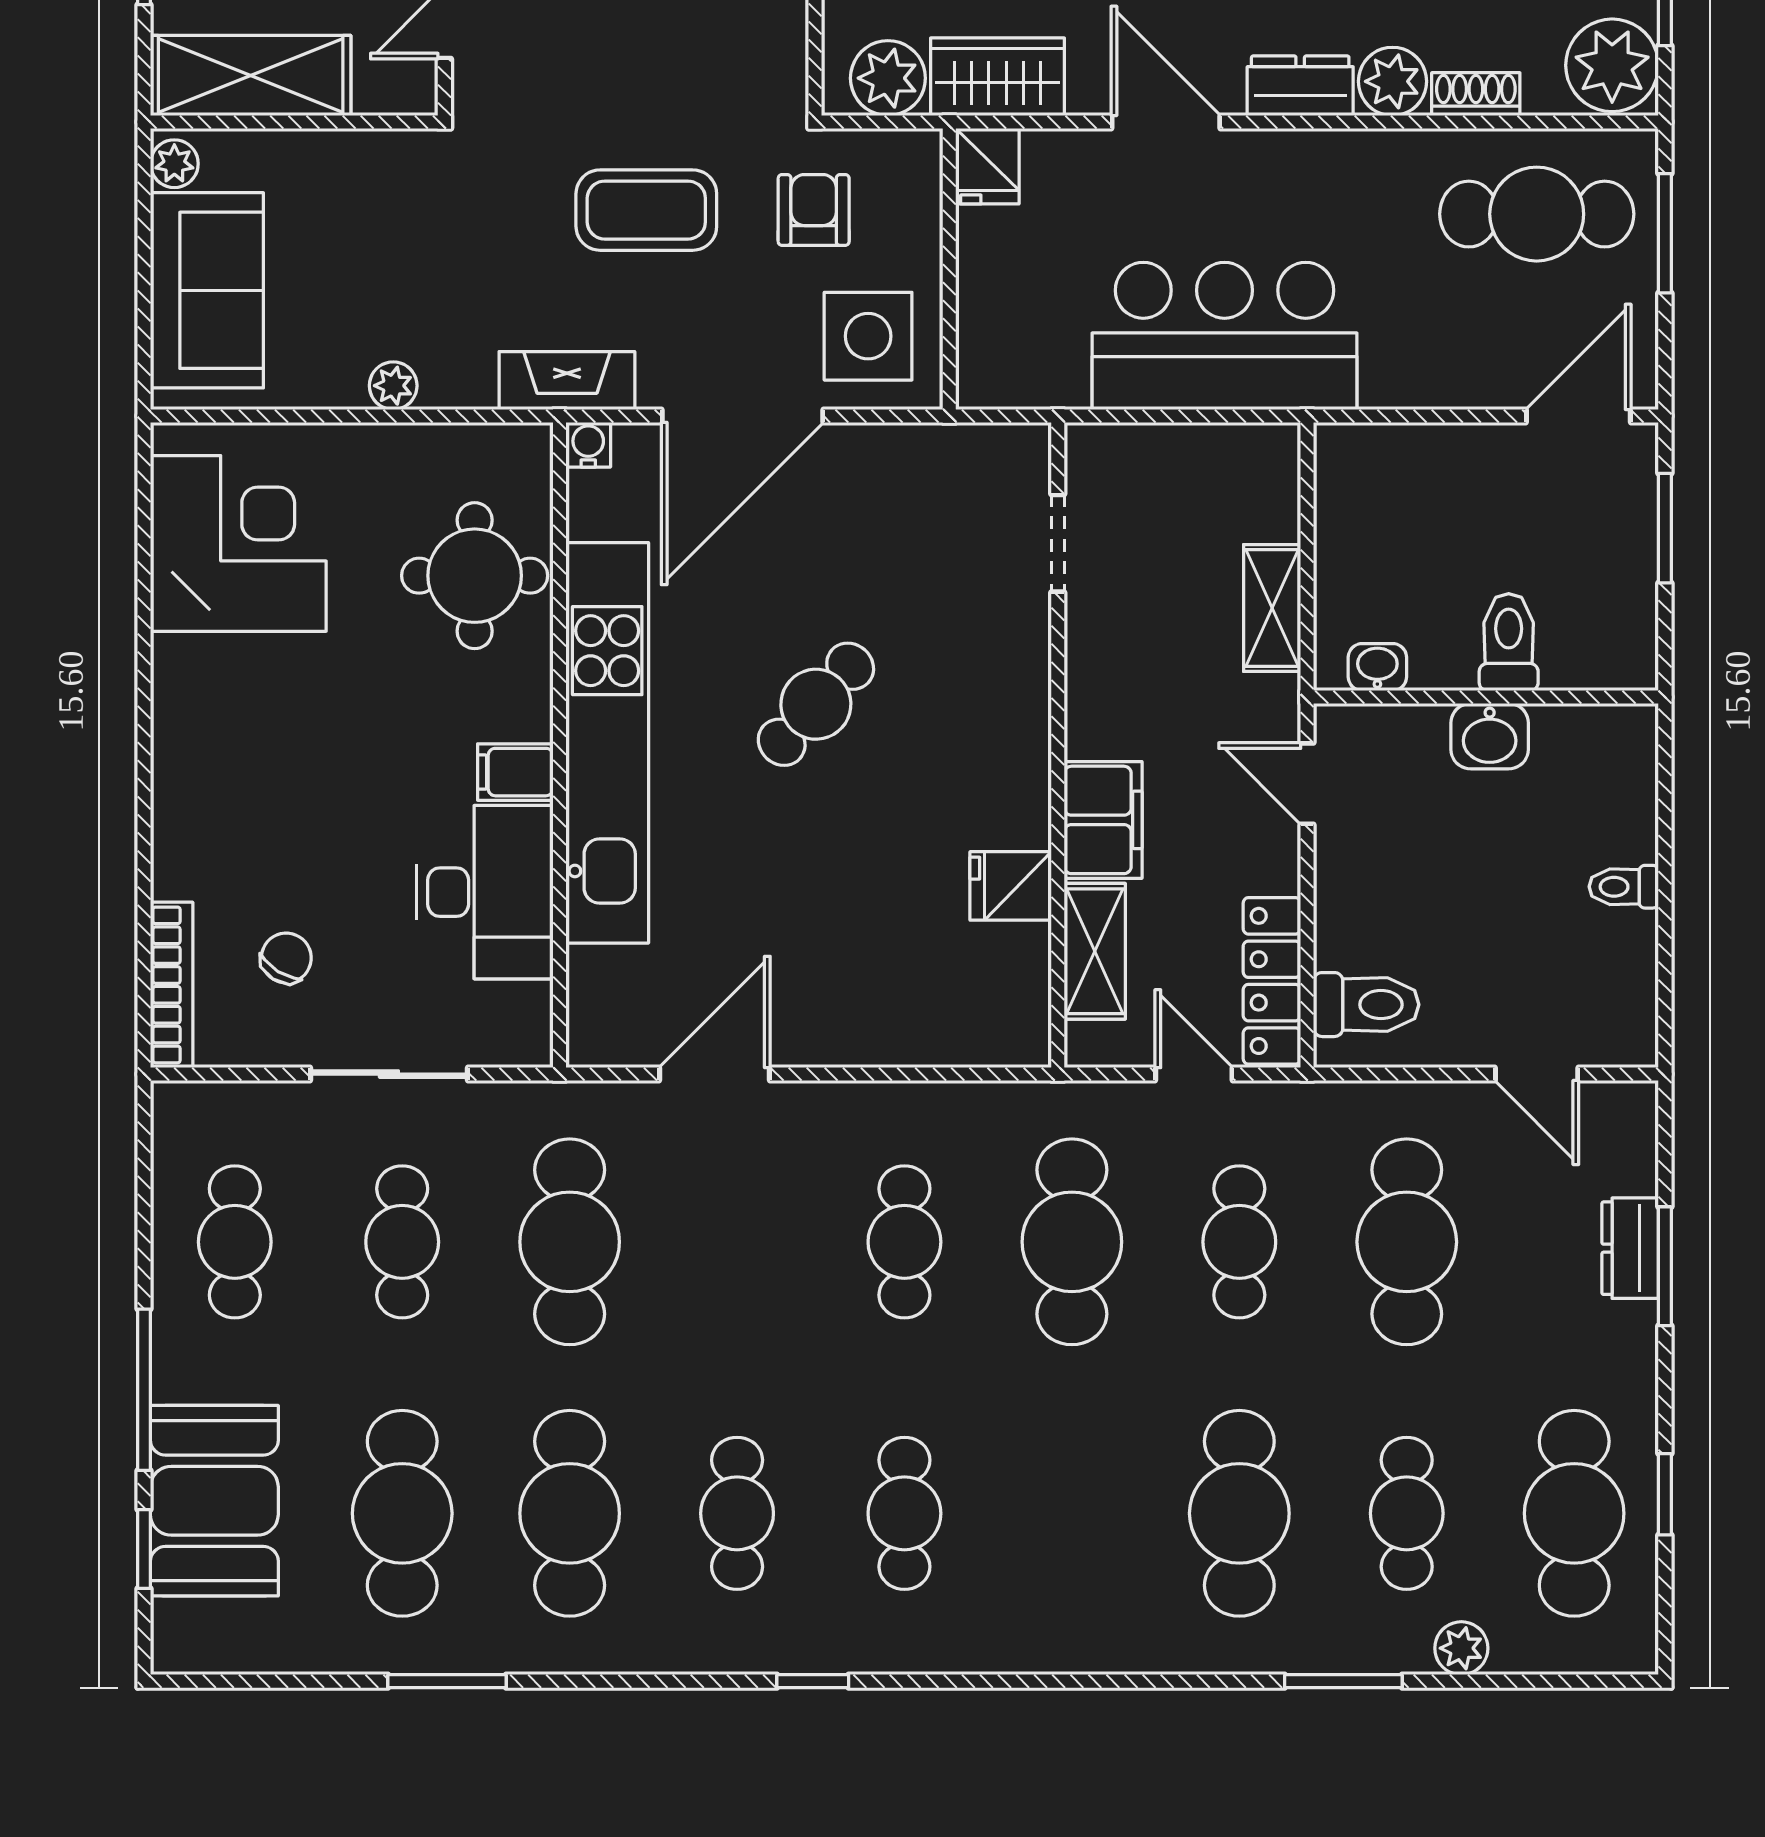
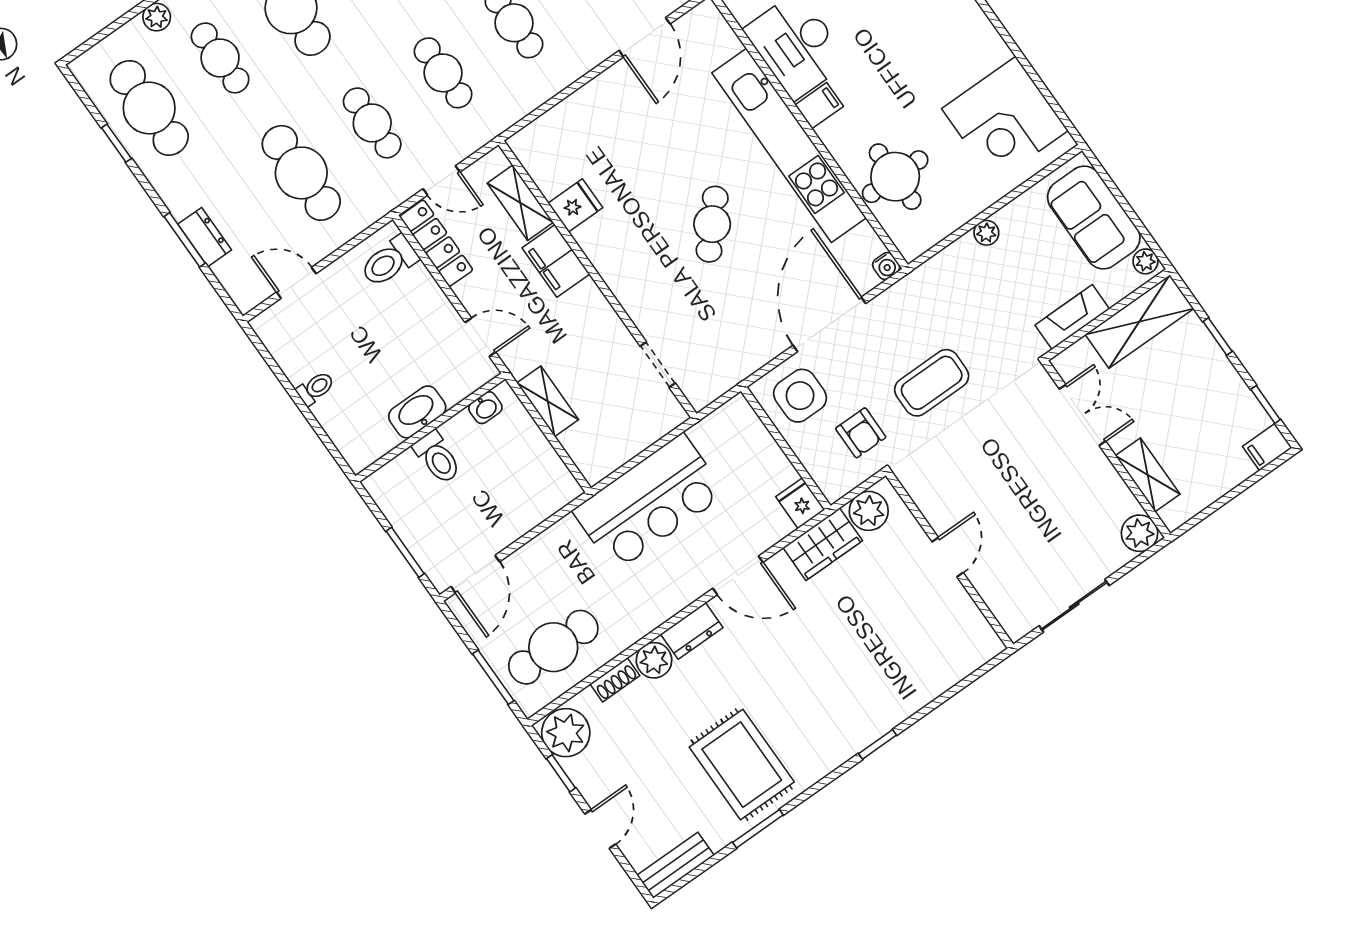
fireplace: (567, 381) -> (1072, 317), moved, turned 180
washbasin: (1490, 736) -> (417, 412), width x1.38
cafe table: (1072, 1242) -> (443, 73), width x0.73, depth x0.74

